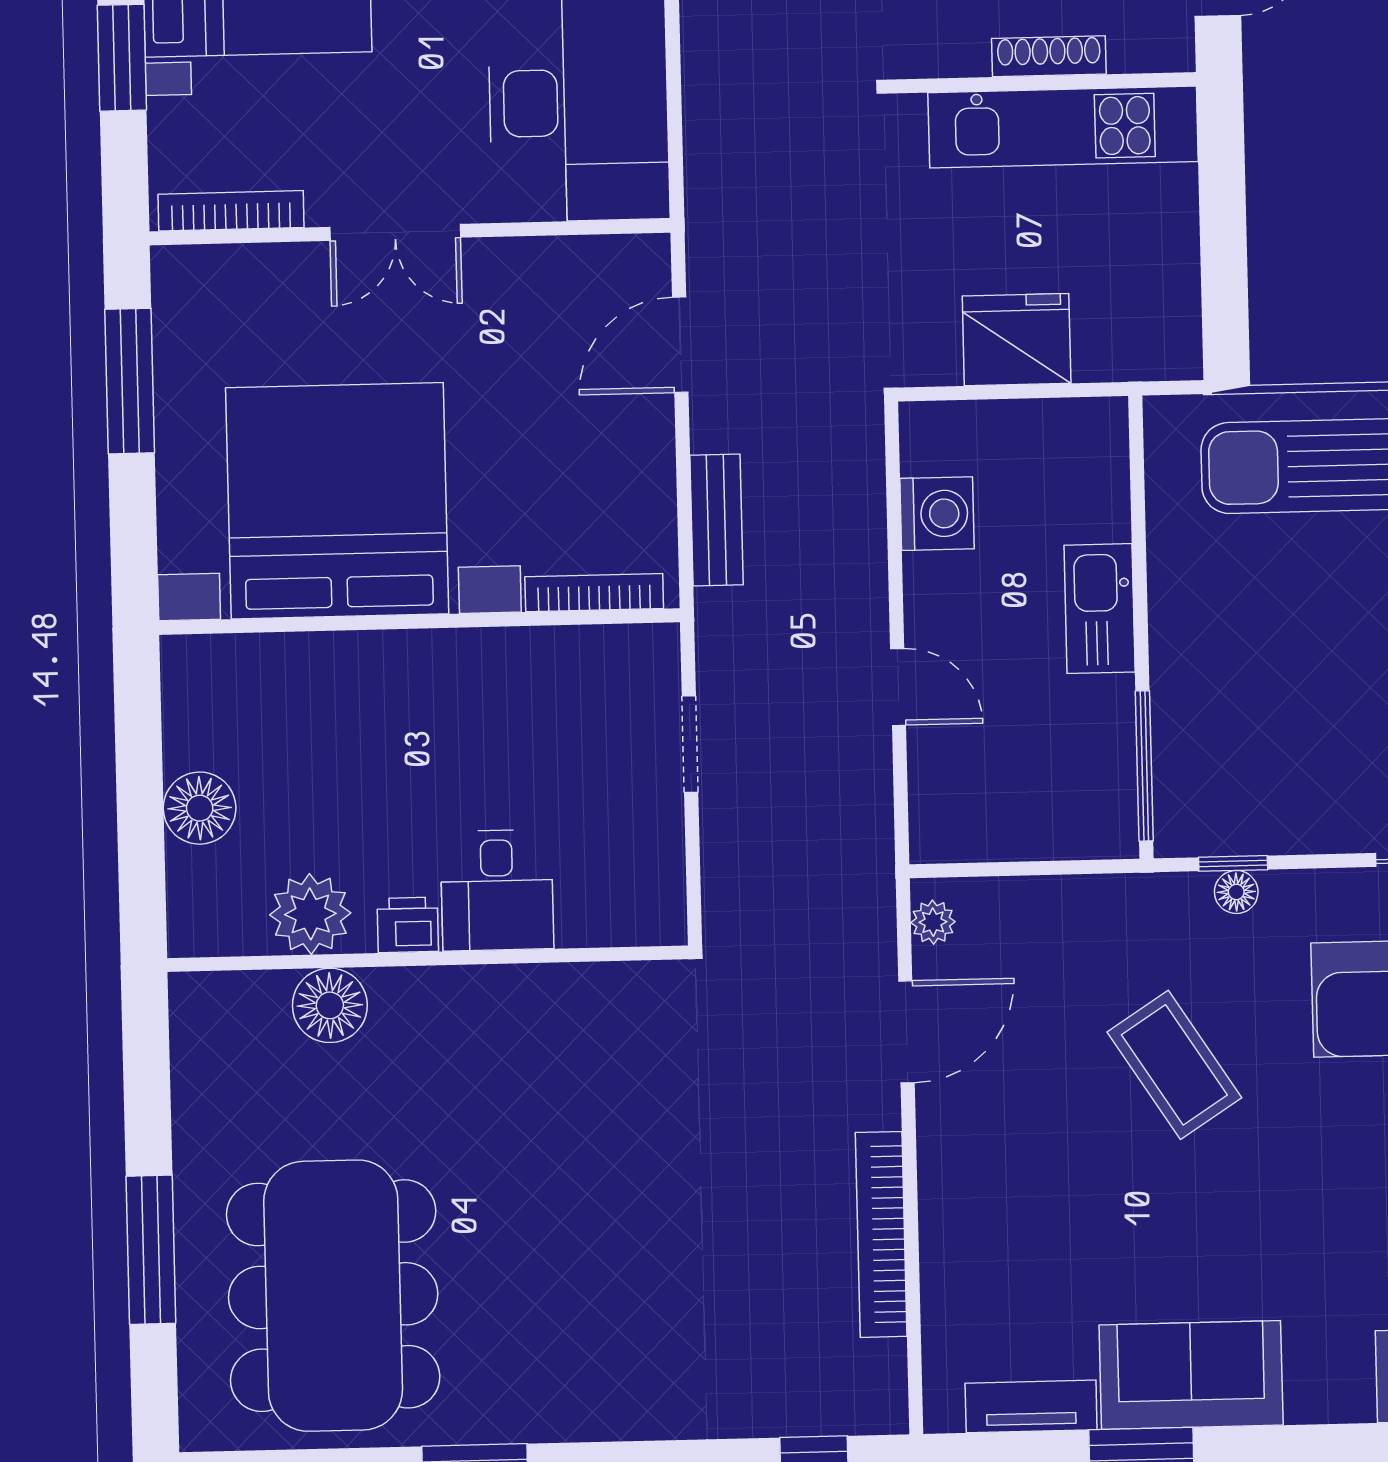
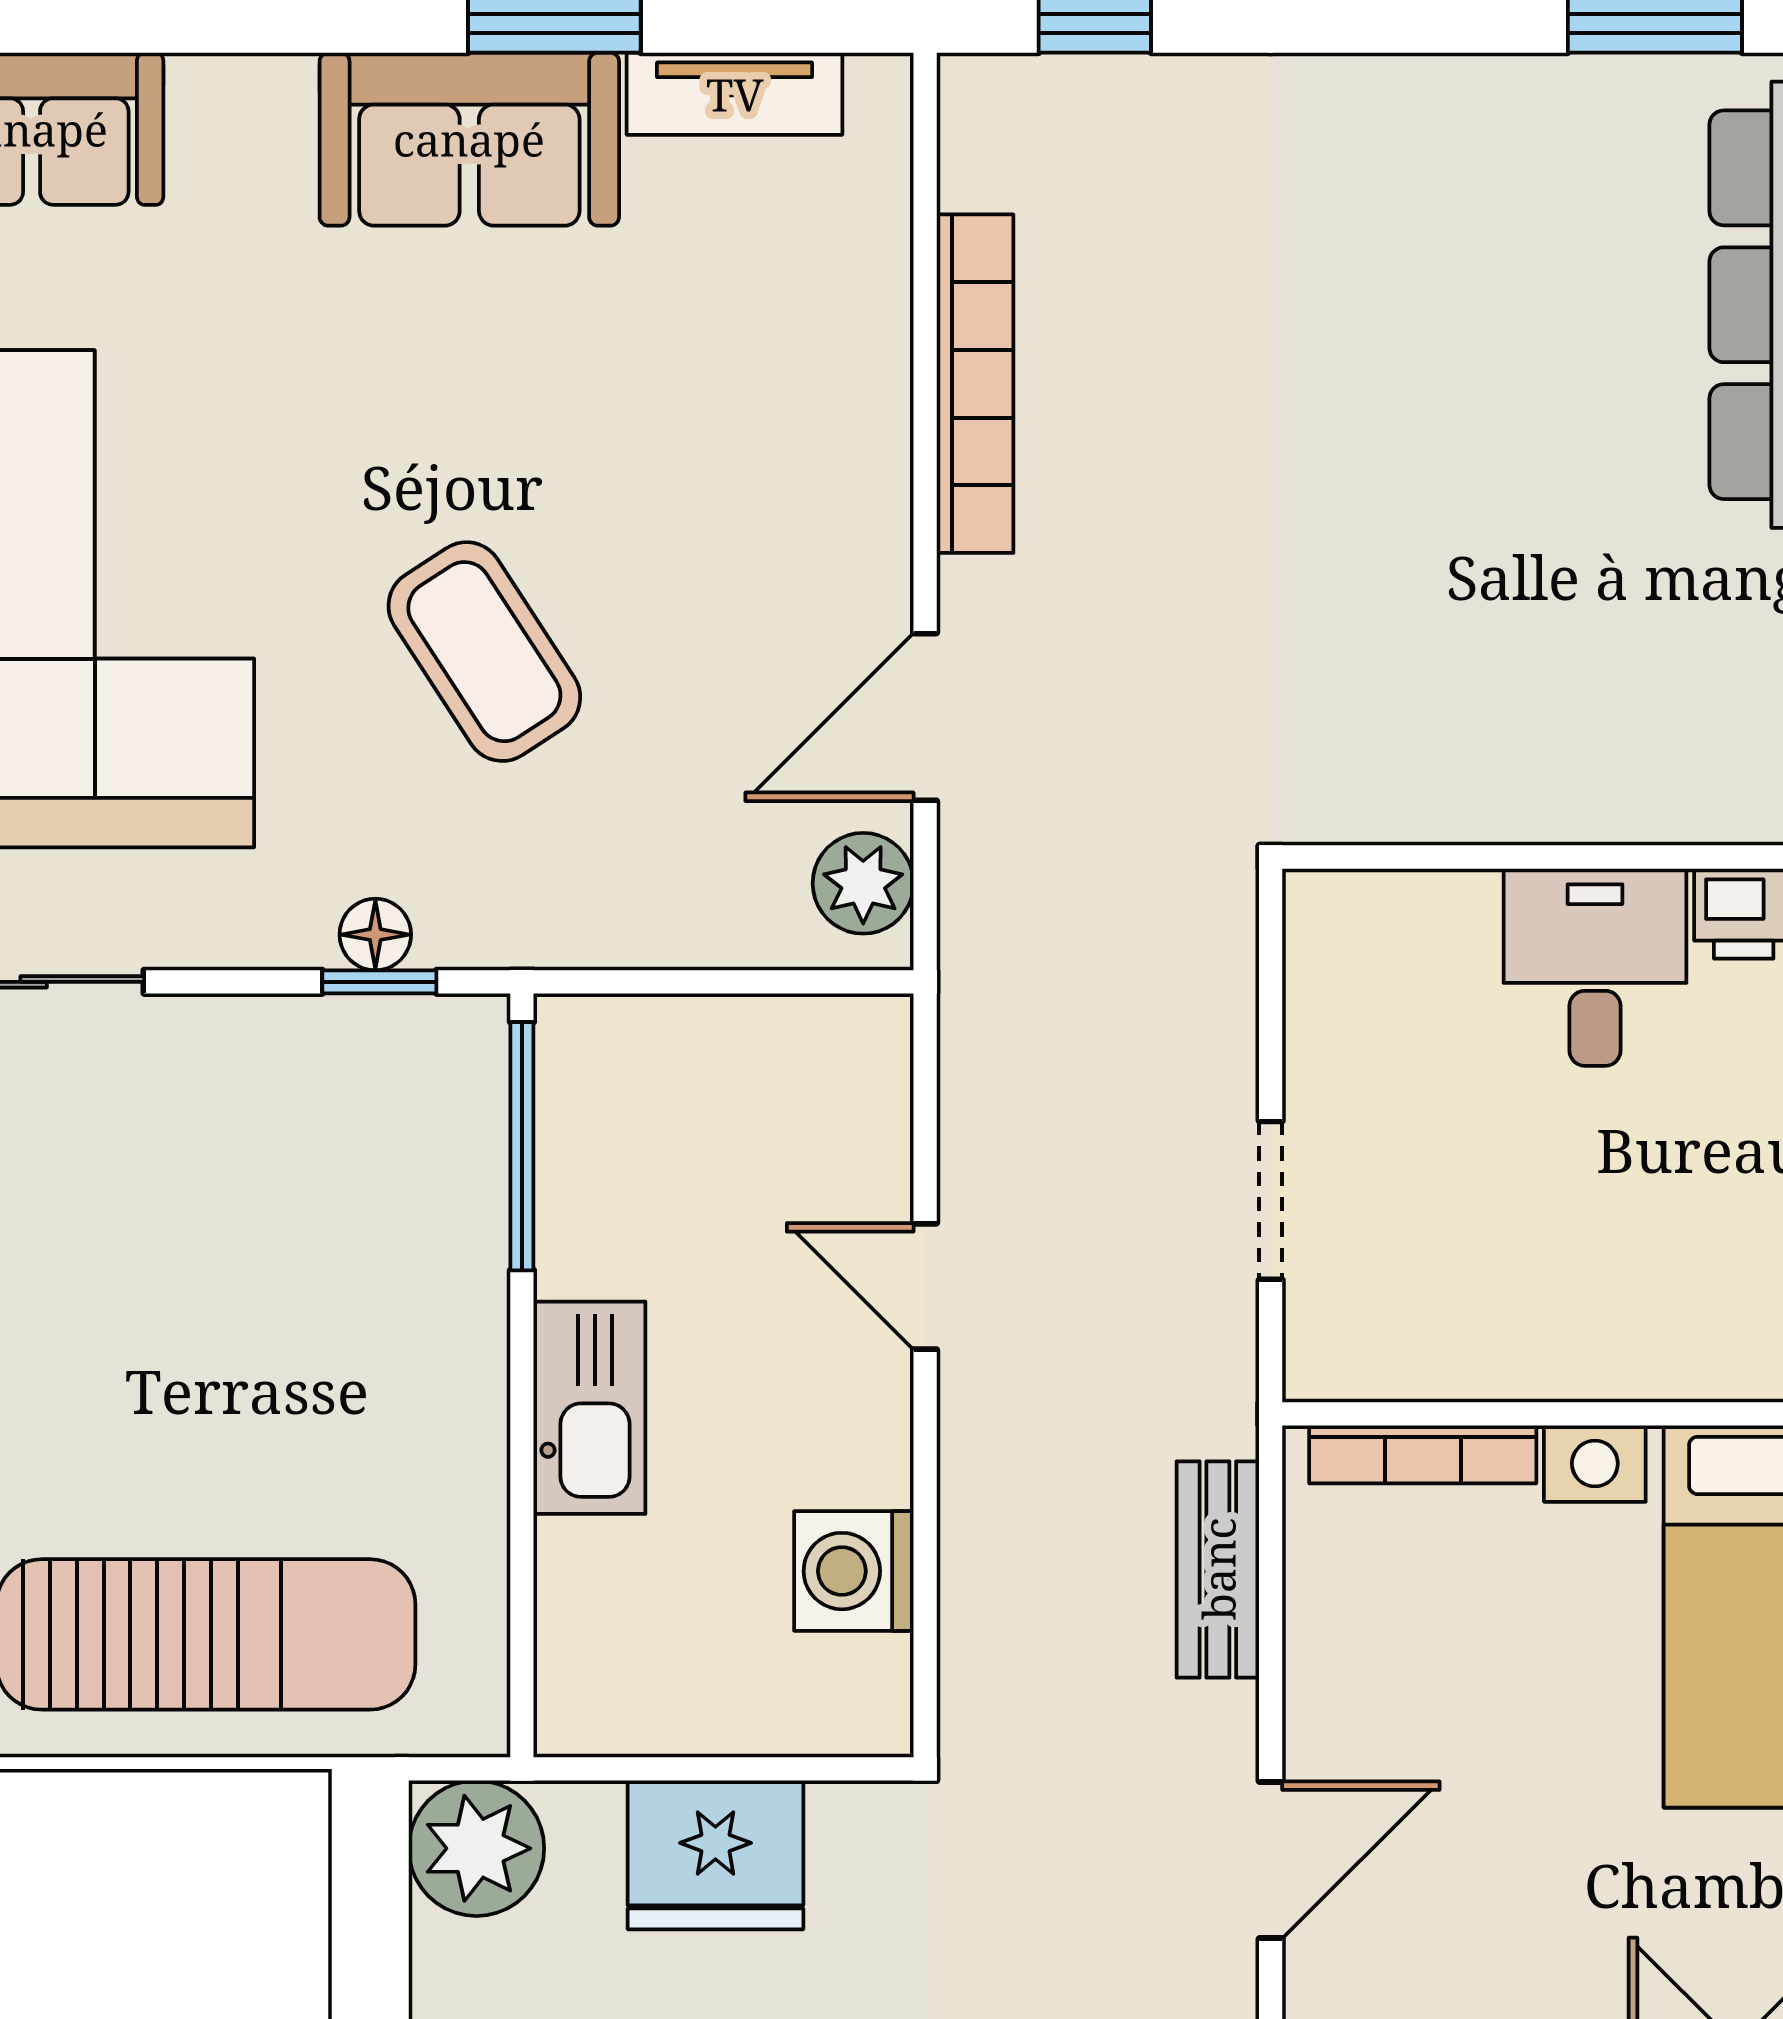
plant: (1161, 340) -> (476, 1848), added
plant: (933, 922) -> (863, 883), width x1.38, depth x1.38

